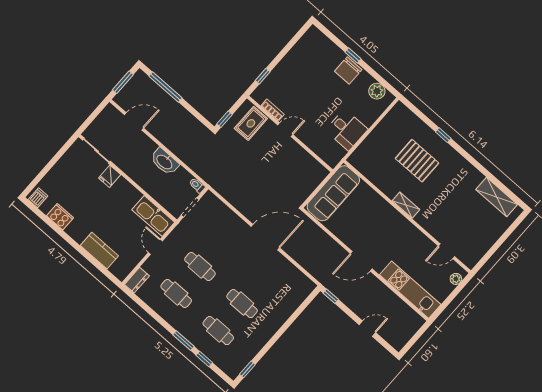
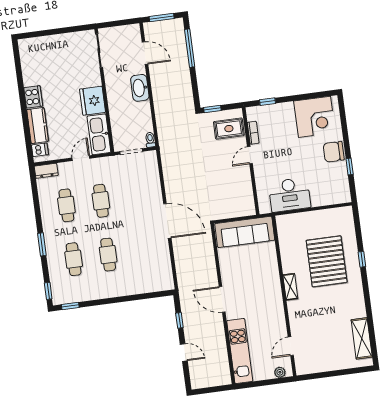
corner desk: (310, 56) -> (314, 117), added
window: (353, 56) -> (350, 166), moved
plant: (377, 91) -> (341, 185), removed
door: (285, 130) -> (250, 155), swing flipped
desk: (347, 130) -> (289, 195), width x1.37
pallet: (417, 161) -> (327, 261), width x1.37, depth x1.41
washbasin: (165, 162) -> (140, 88), moved
fridge: (110, 176) -> (92, 101), moved, width x1.88, depth x1.34
dishwasher: (38, 198) -> (40, 150), moved
cooker: (60, 217) -> (33, 97), moved
door: (447, 251) -> (291, 346), hinge flipped
window: (331, 296) -> (179, 320), moved
window: (204, 359) -> (48, 291), moved

